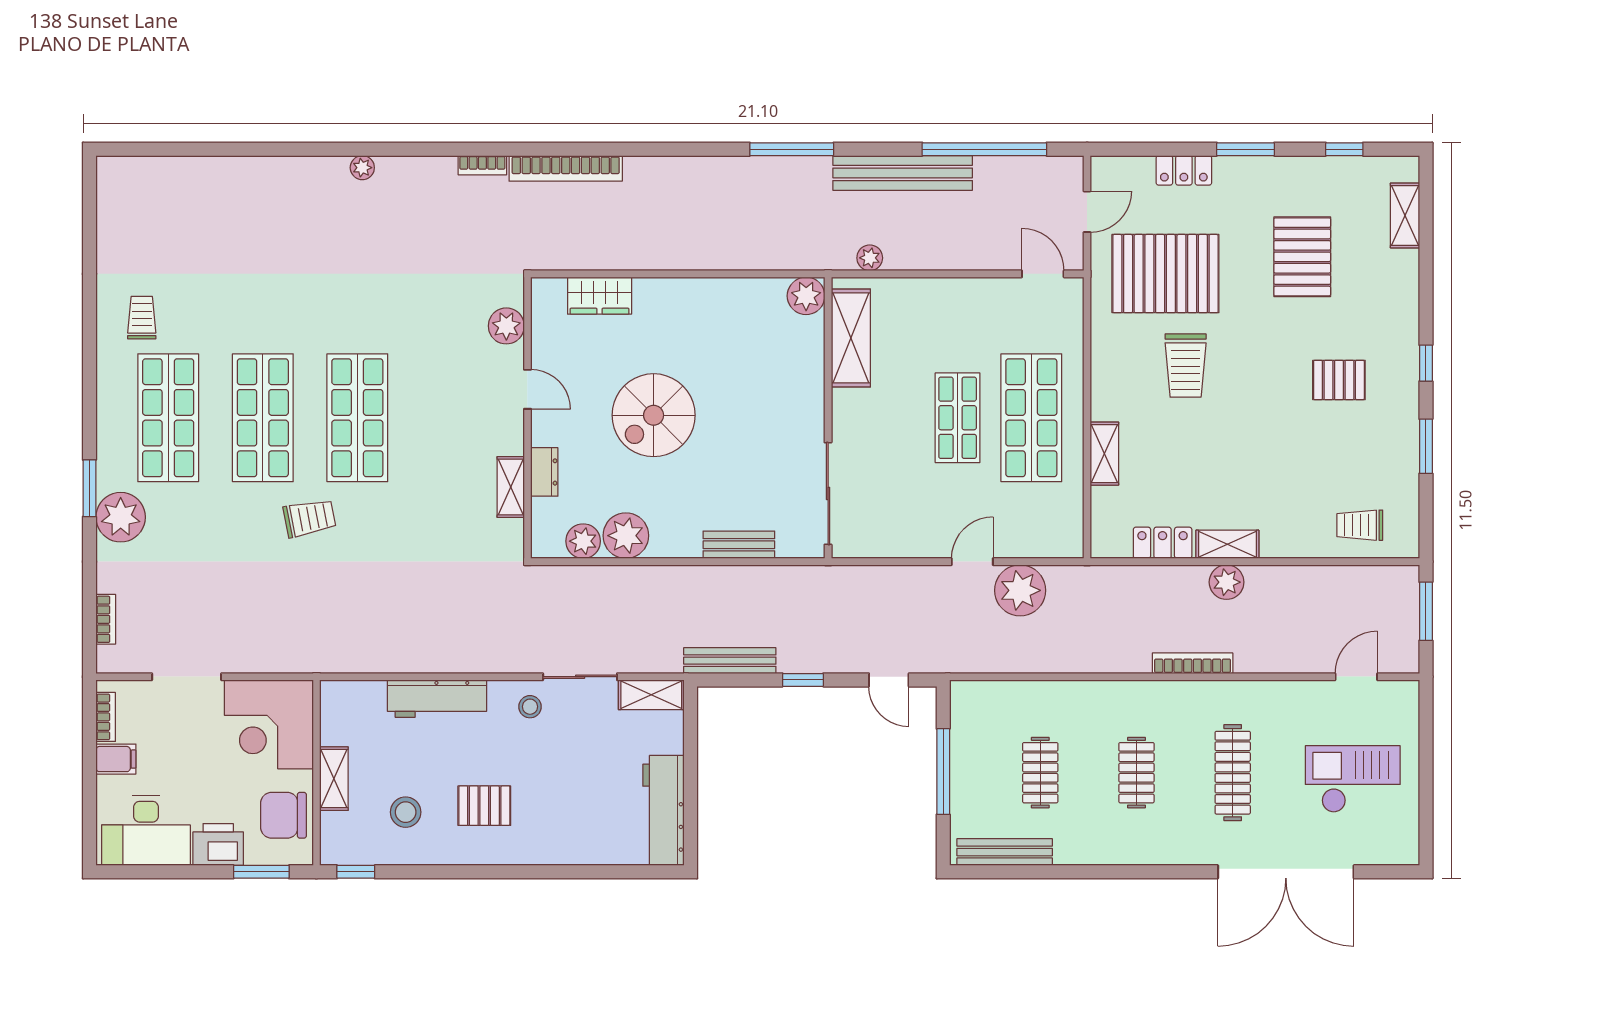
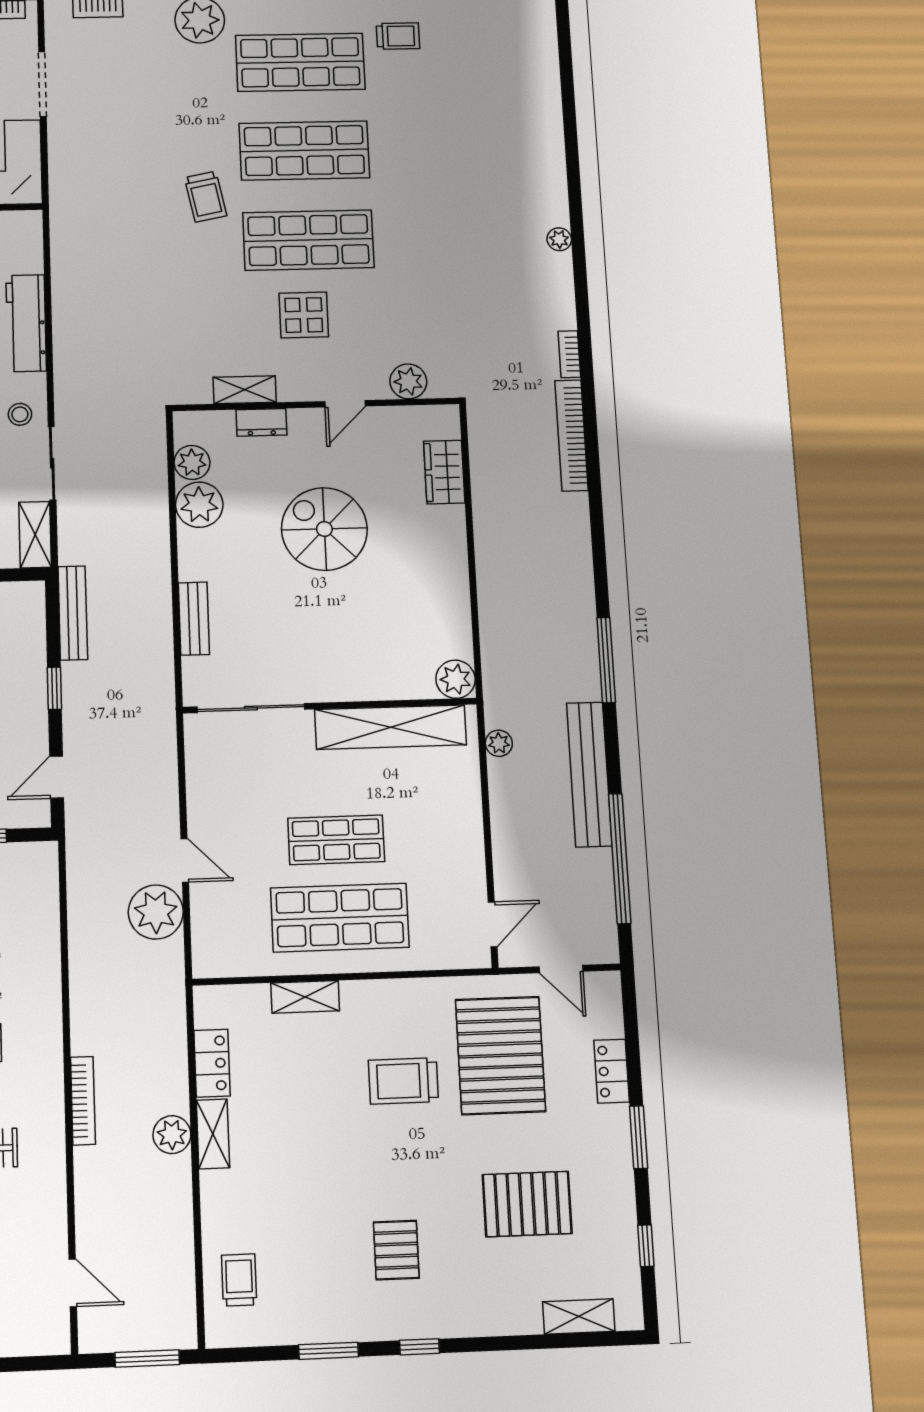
shelving: (851, 338) -> (391, 727), width x1.47
display table: (435, 426) -> (304, 315), added

